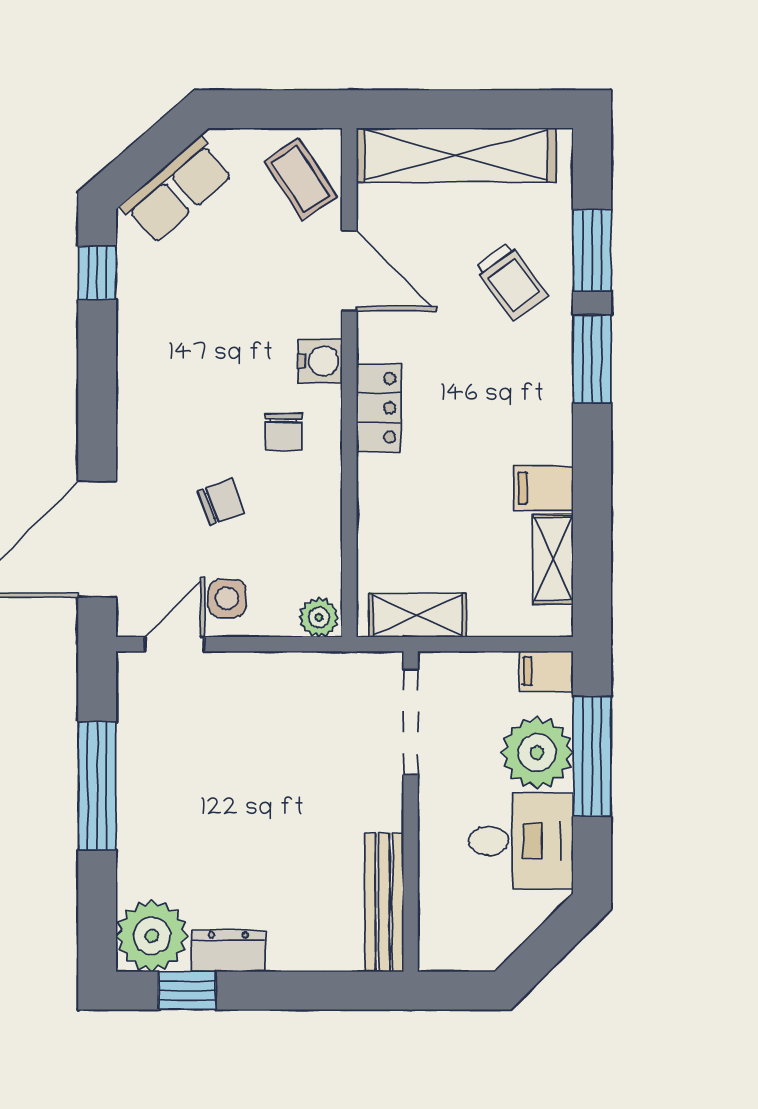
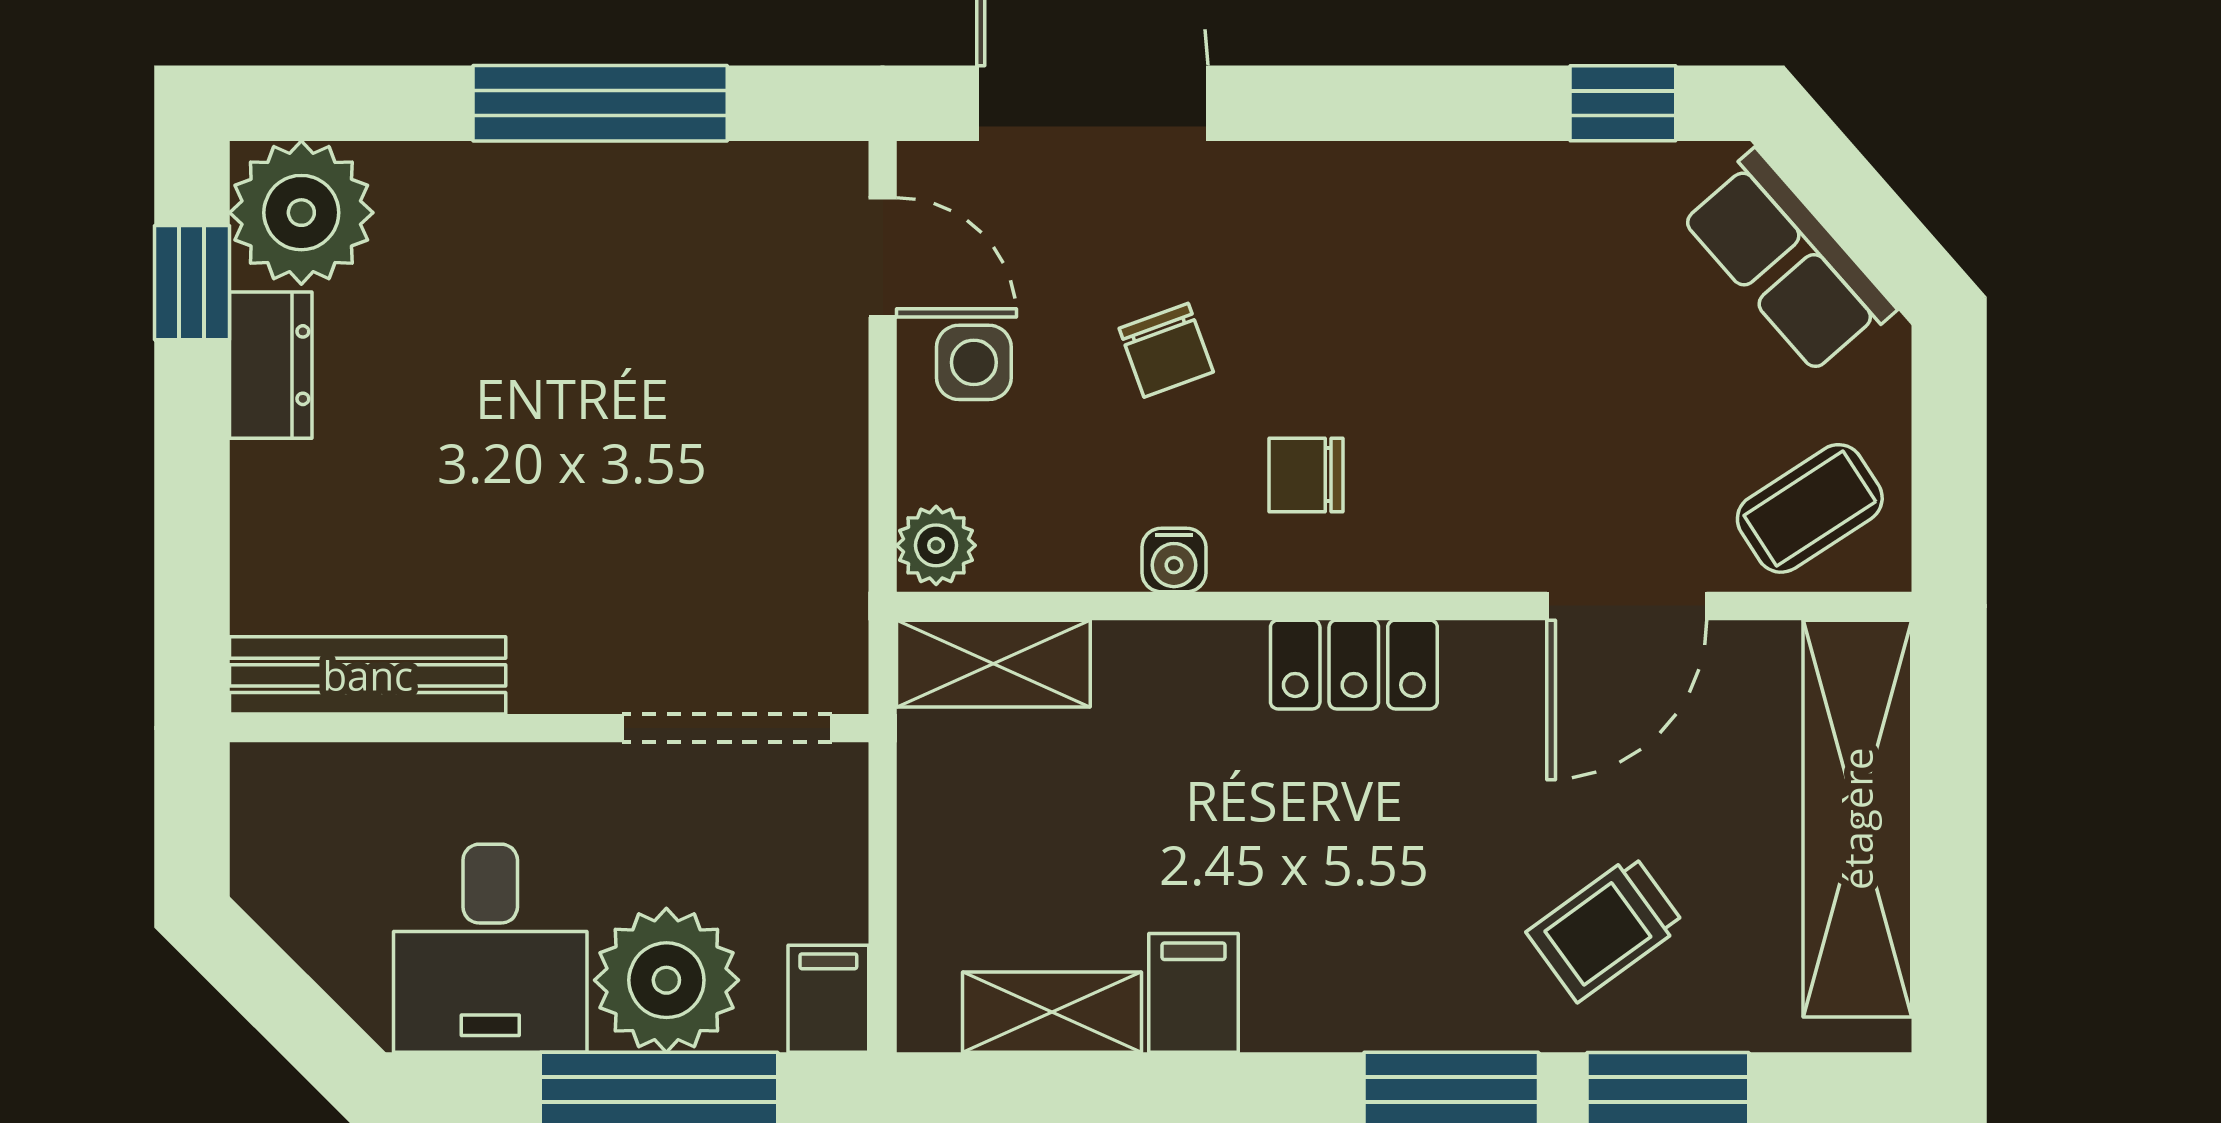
water cooler: (320, 361) -> (1174, 560), moved, width x0.72, depth x0.72
shelving: (418, 615) -> (993, 664), moved, turned 90

